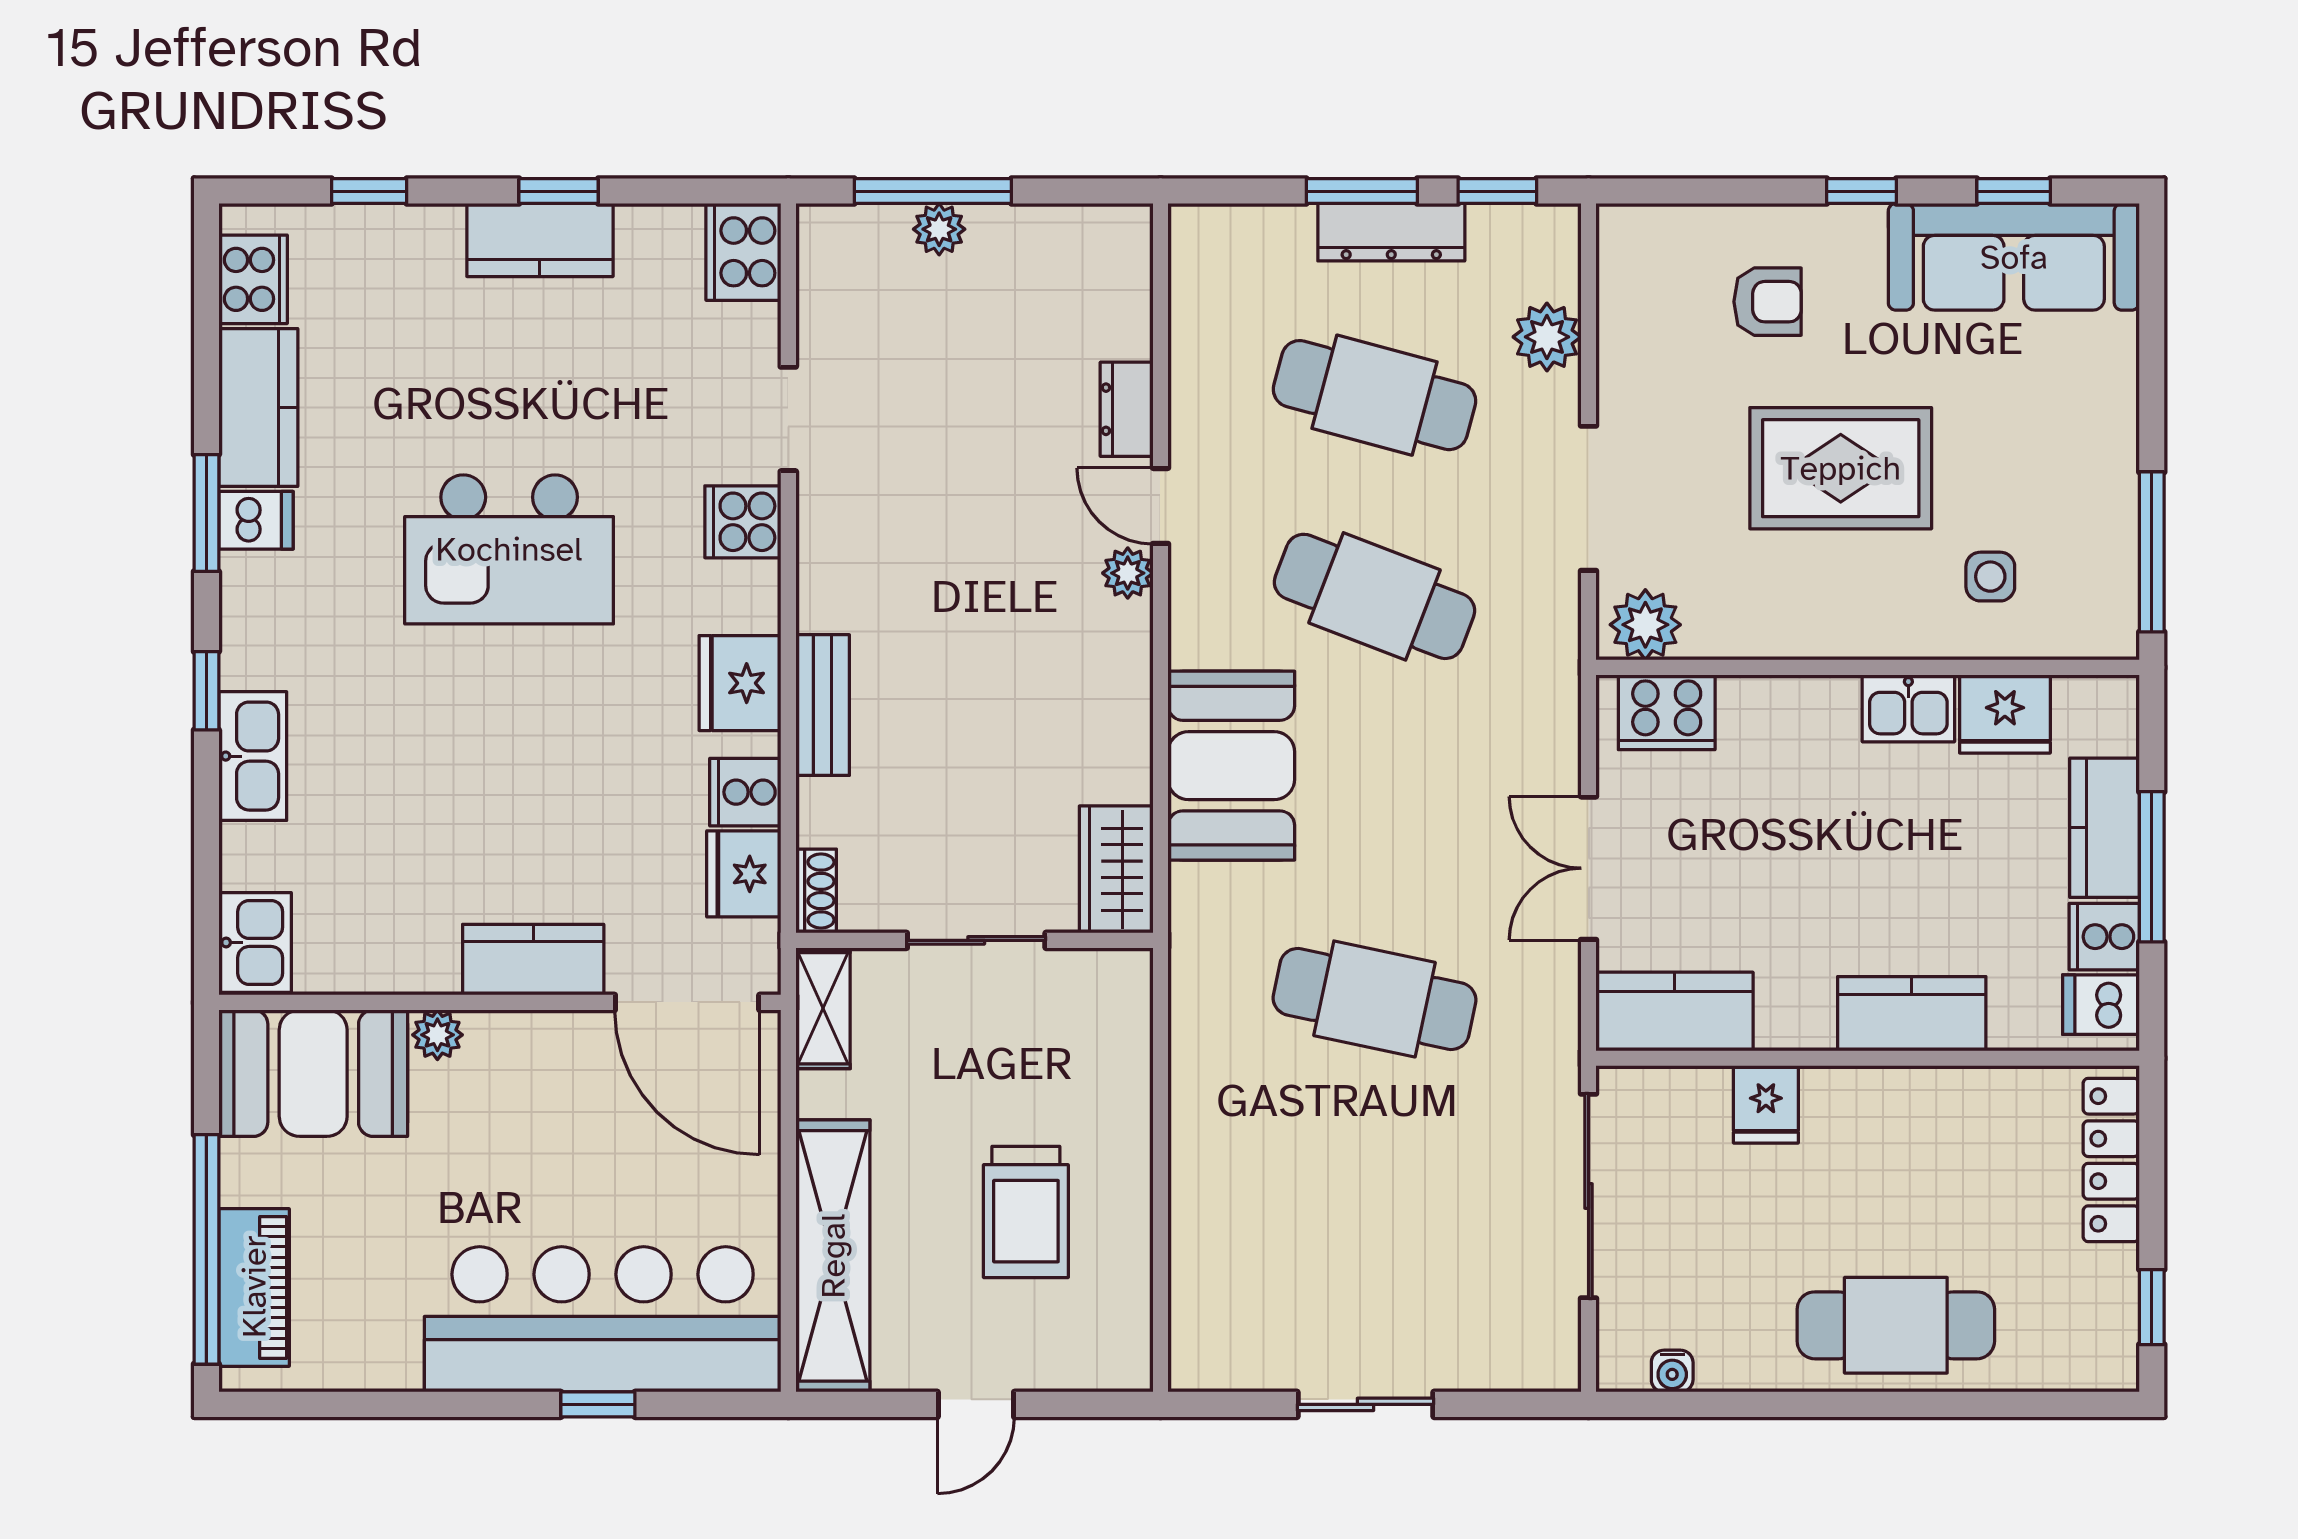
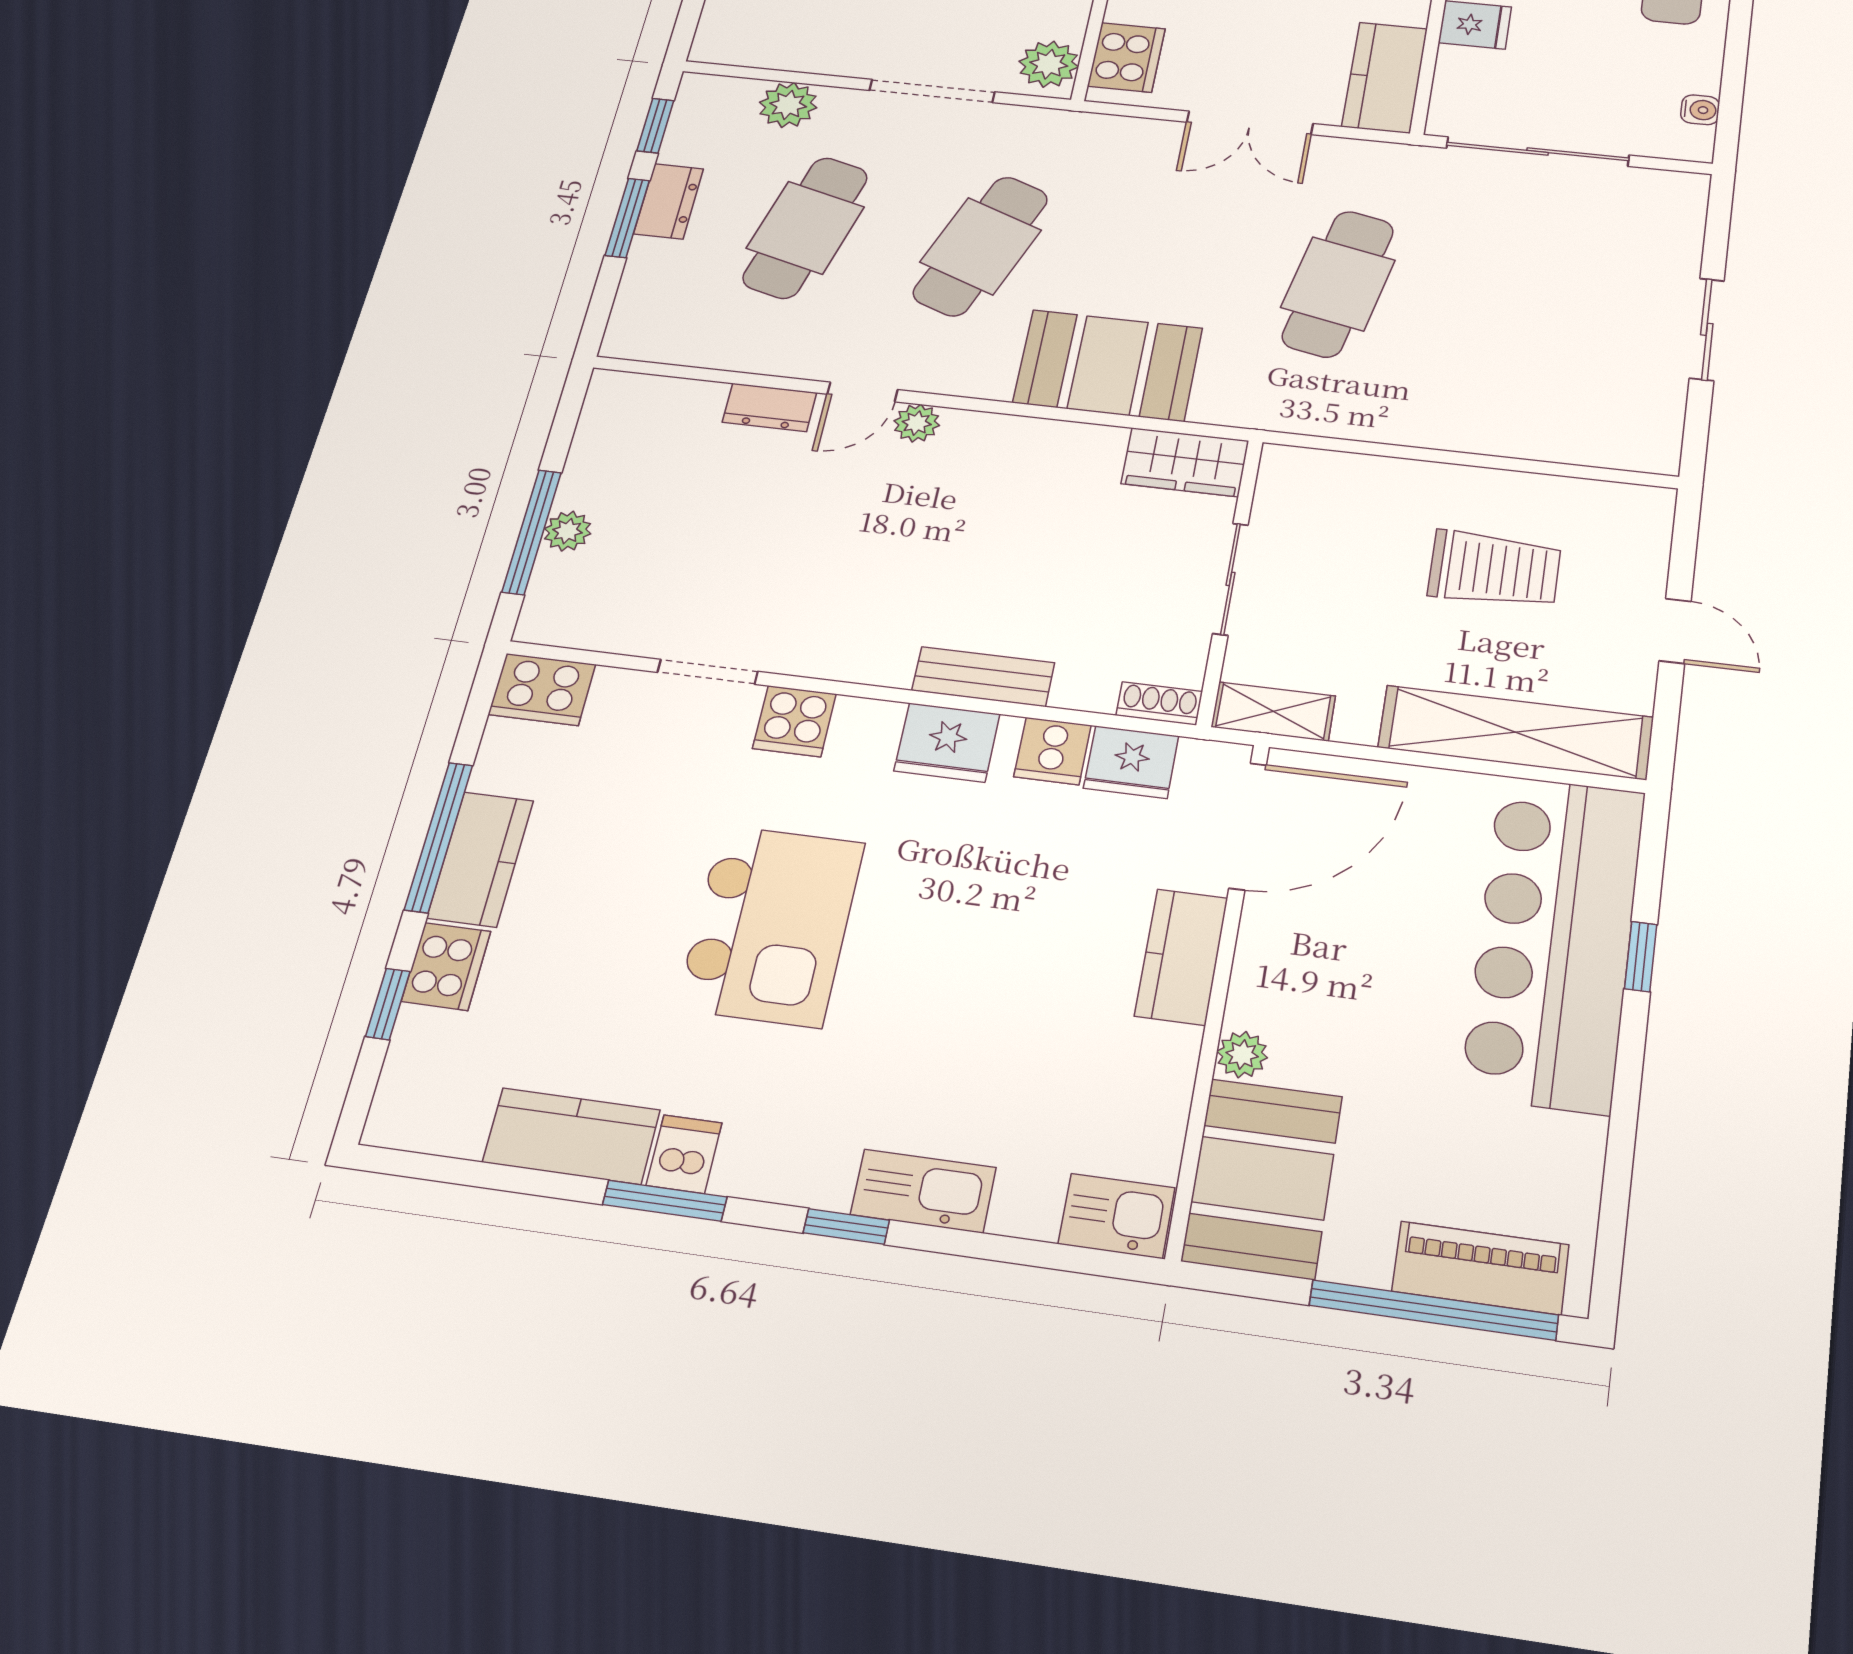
window: (559, 191) -> (439, 837), width x2.17
dresser: (1391, 232) -> (669, 201), width x0.70
cooker: (253, 279) -> (446, 966), moved, turned 90

